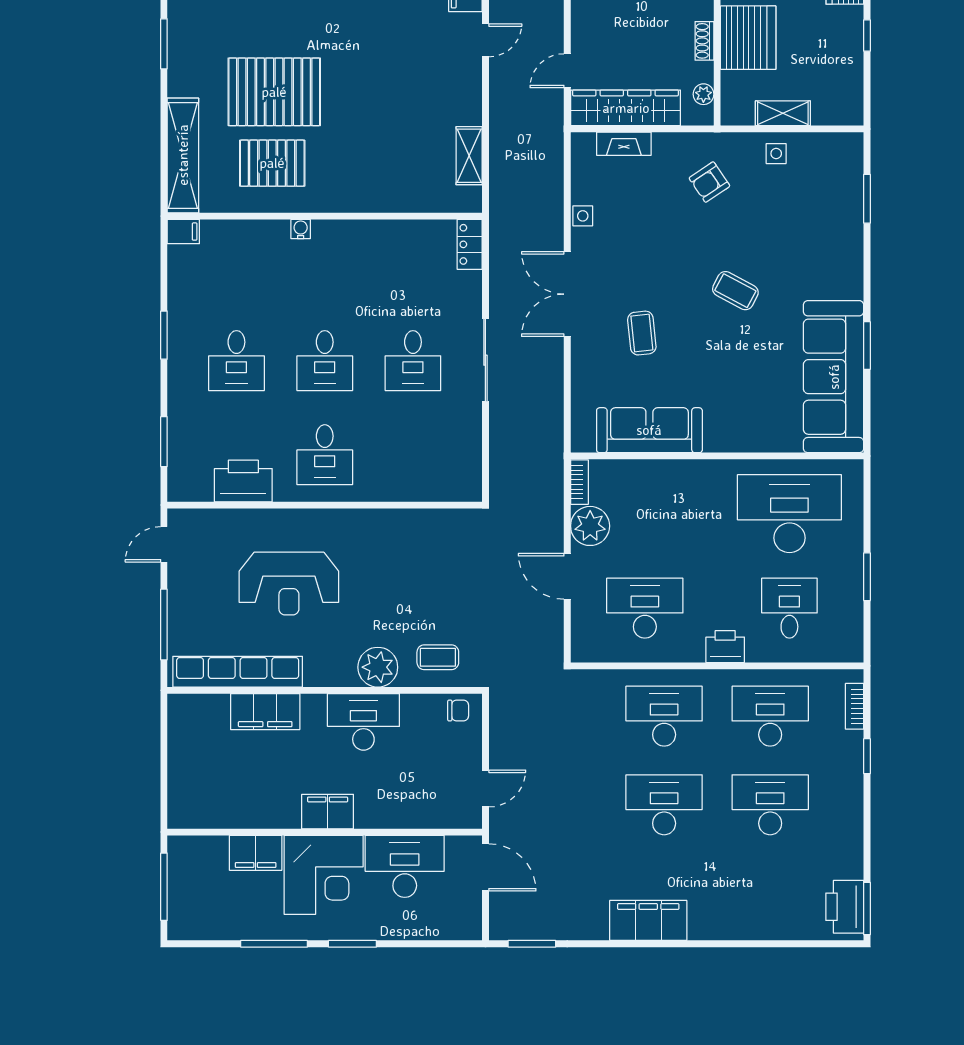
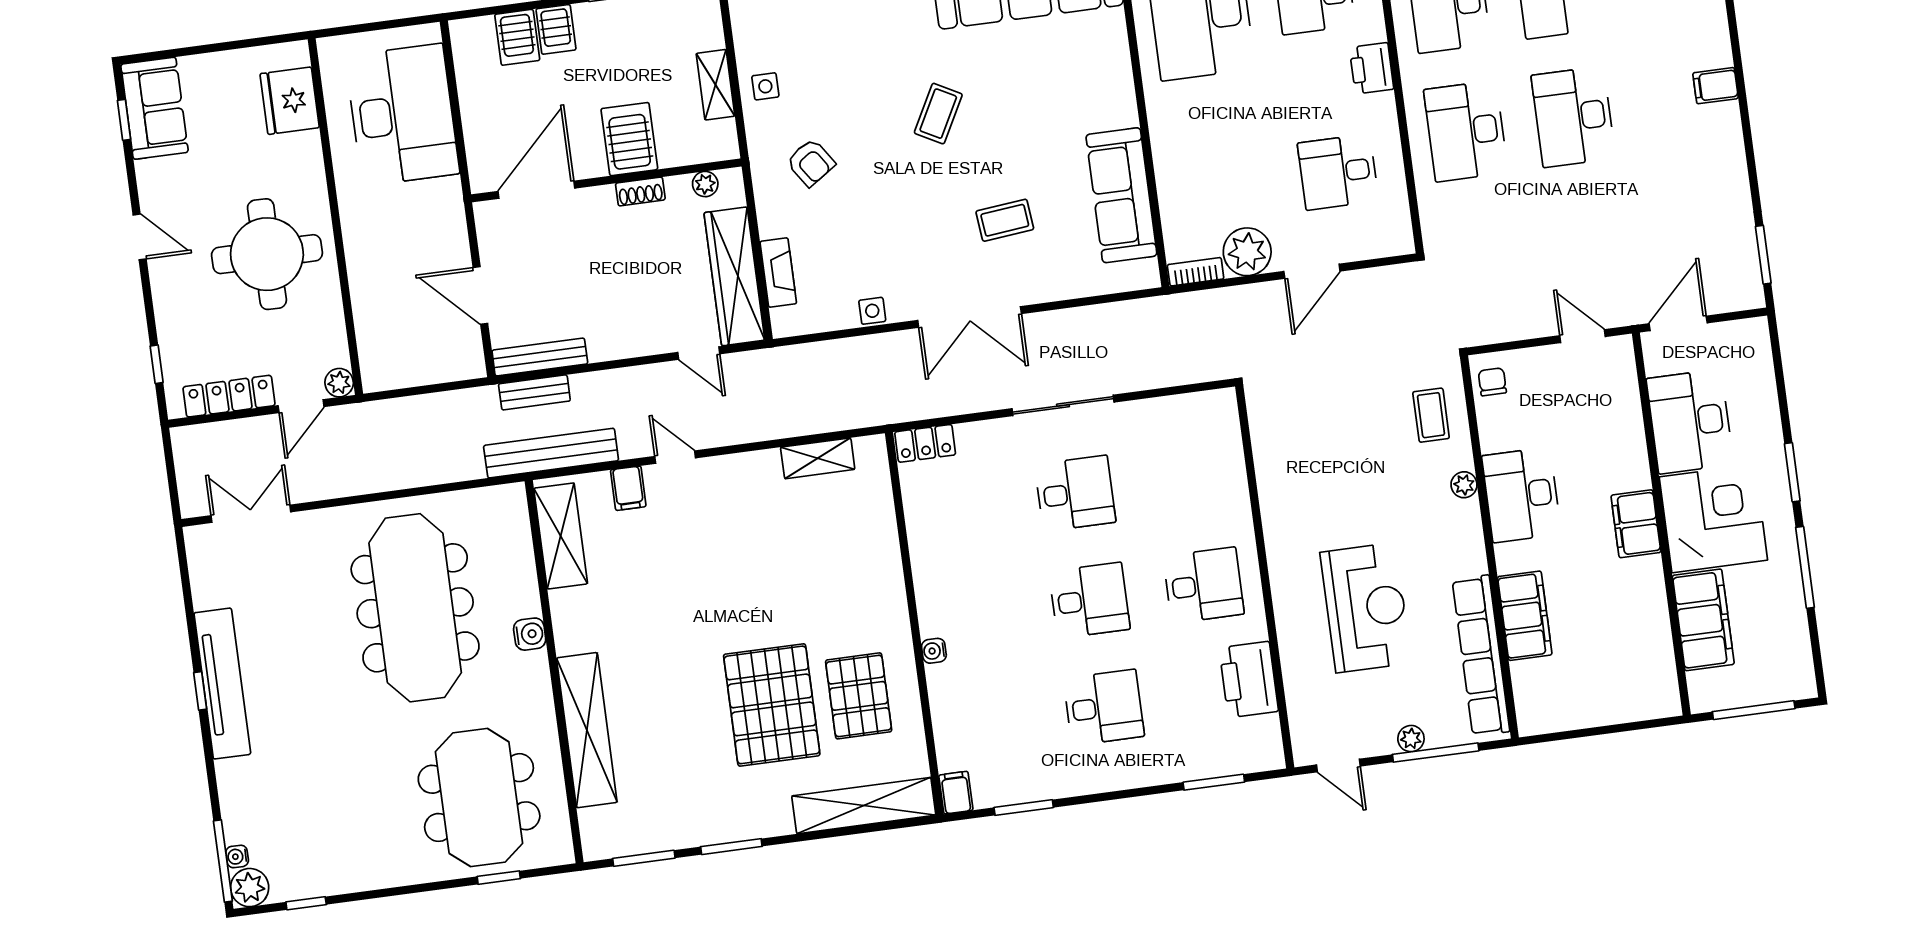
server rack: (748, 38) -> (629, 139), width x0.62
window: (164, 335) -> (1024, 808), moved
plant: (178, 606) -> (1411, 739), added
desk: (645, 608) -> (1338, 172), width x0.73
plant: (378, 667) -> (1464, 485), width x0.53, depth x0.53
filing cabinet: (256, 853) -> (1703, 620), width x1.50, depth x1.17
filing cabinet: (648, 920) -> (1716, 86), width x0.33, depth x0.86

